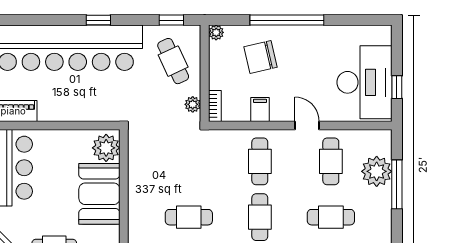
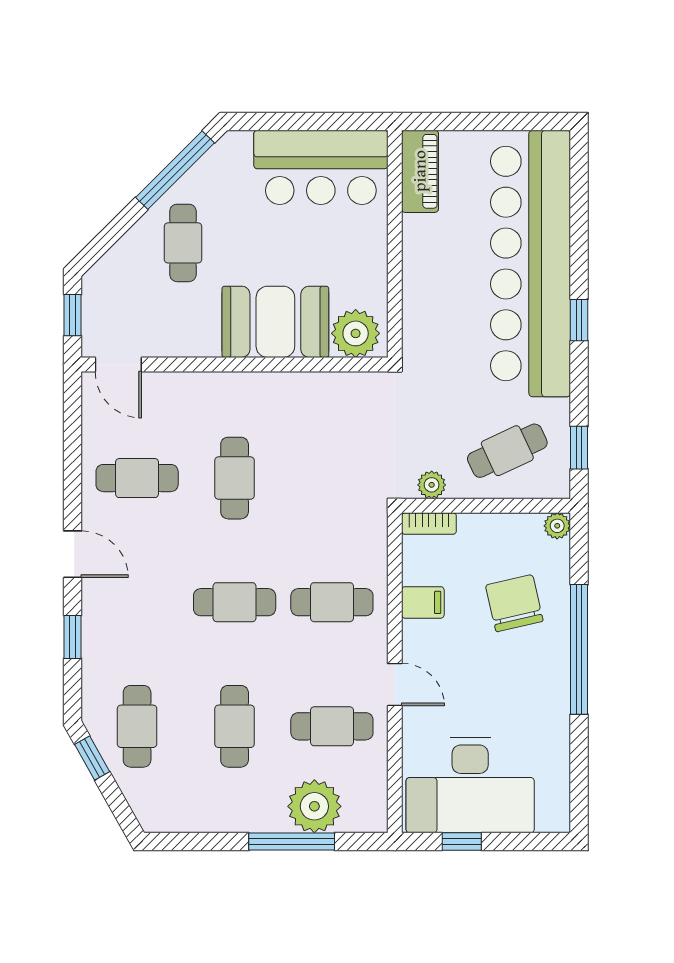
door: (307, 125) -> (395, 685), hinge flipped

